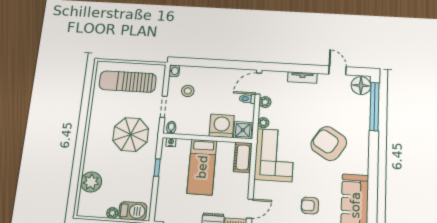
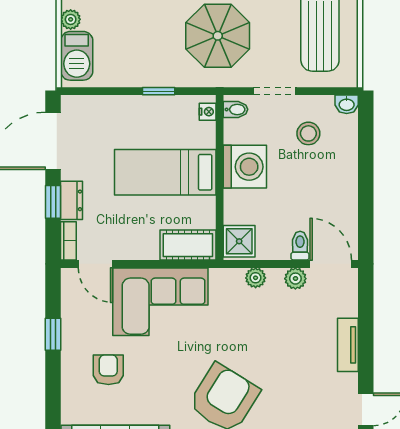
washing machine: (222, 126) -> (245, 167), moved
corner sofa: (274, 155) -> (160, 302), moved

